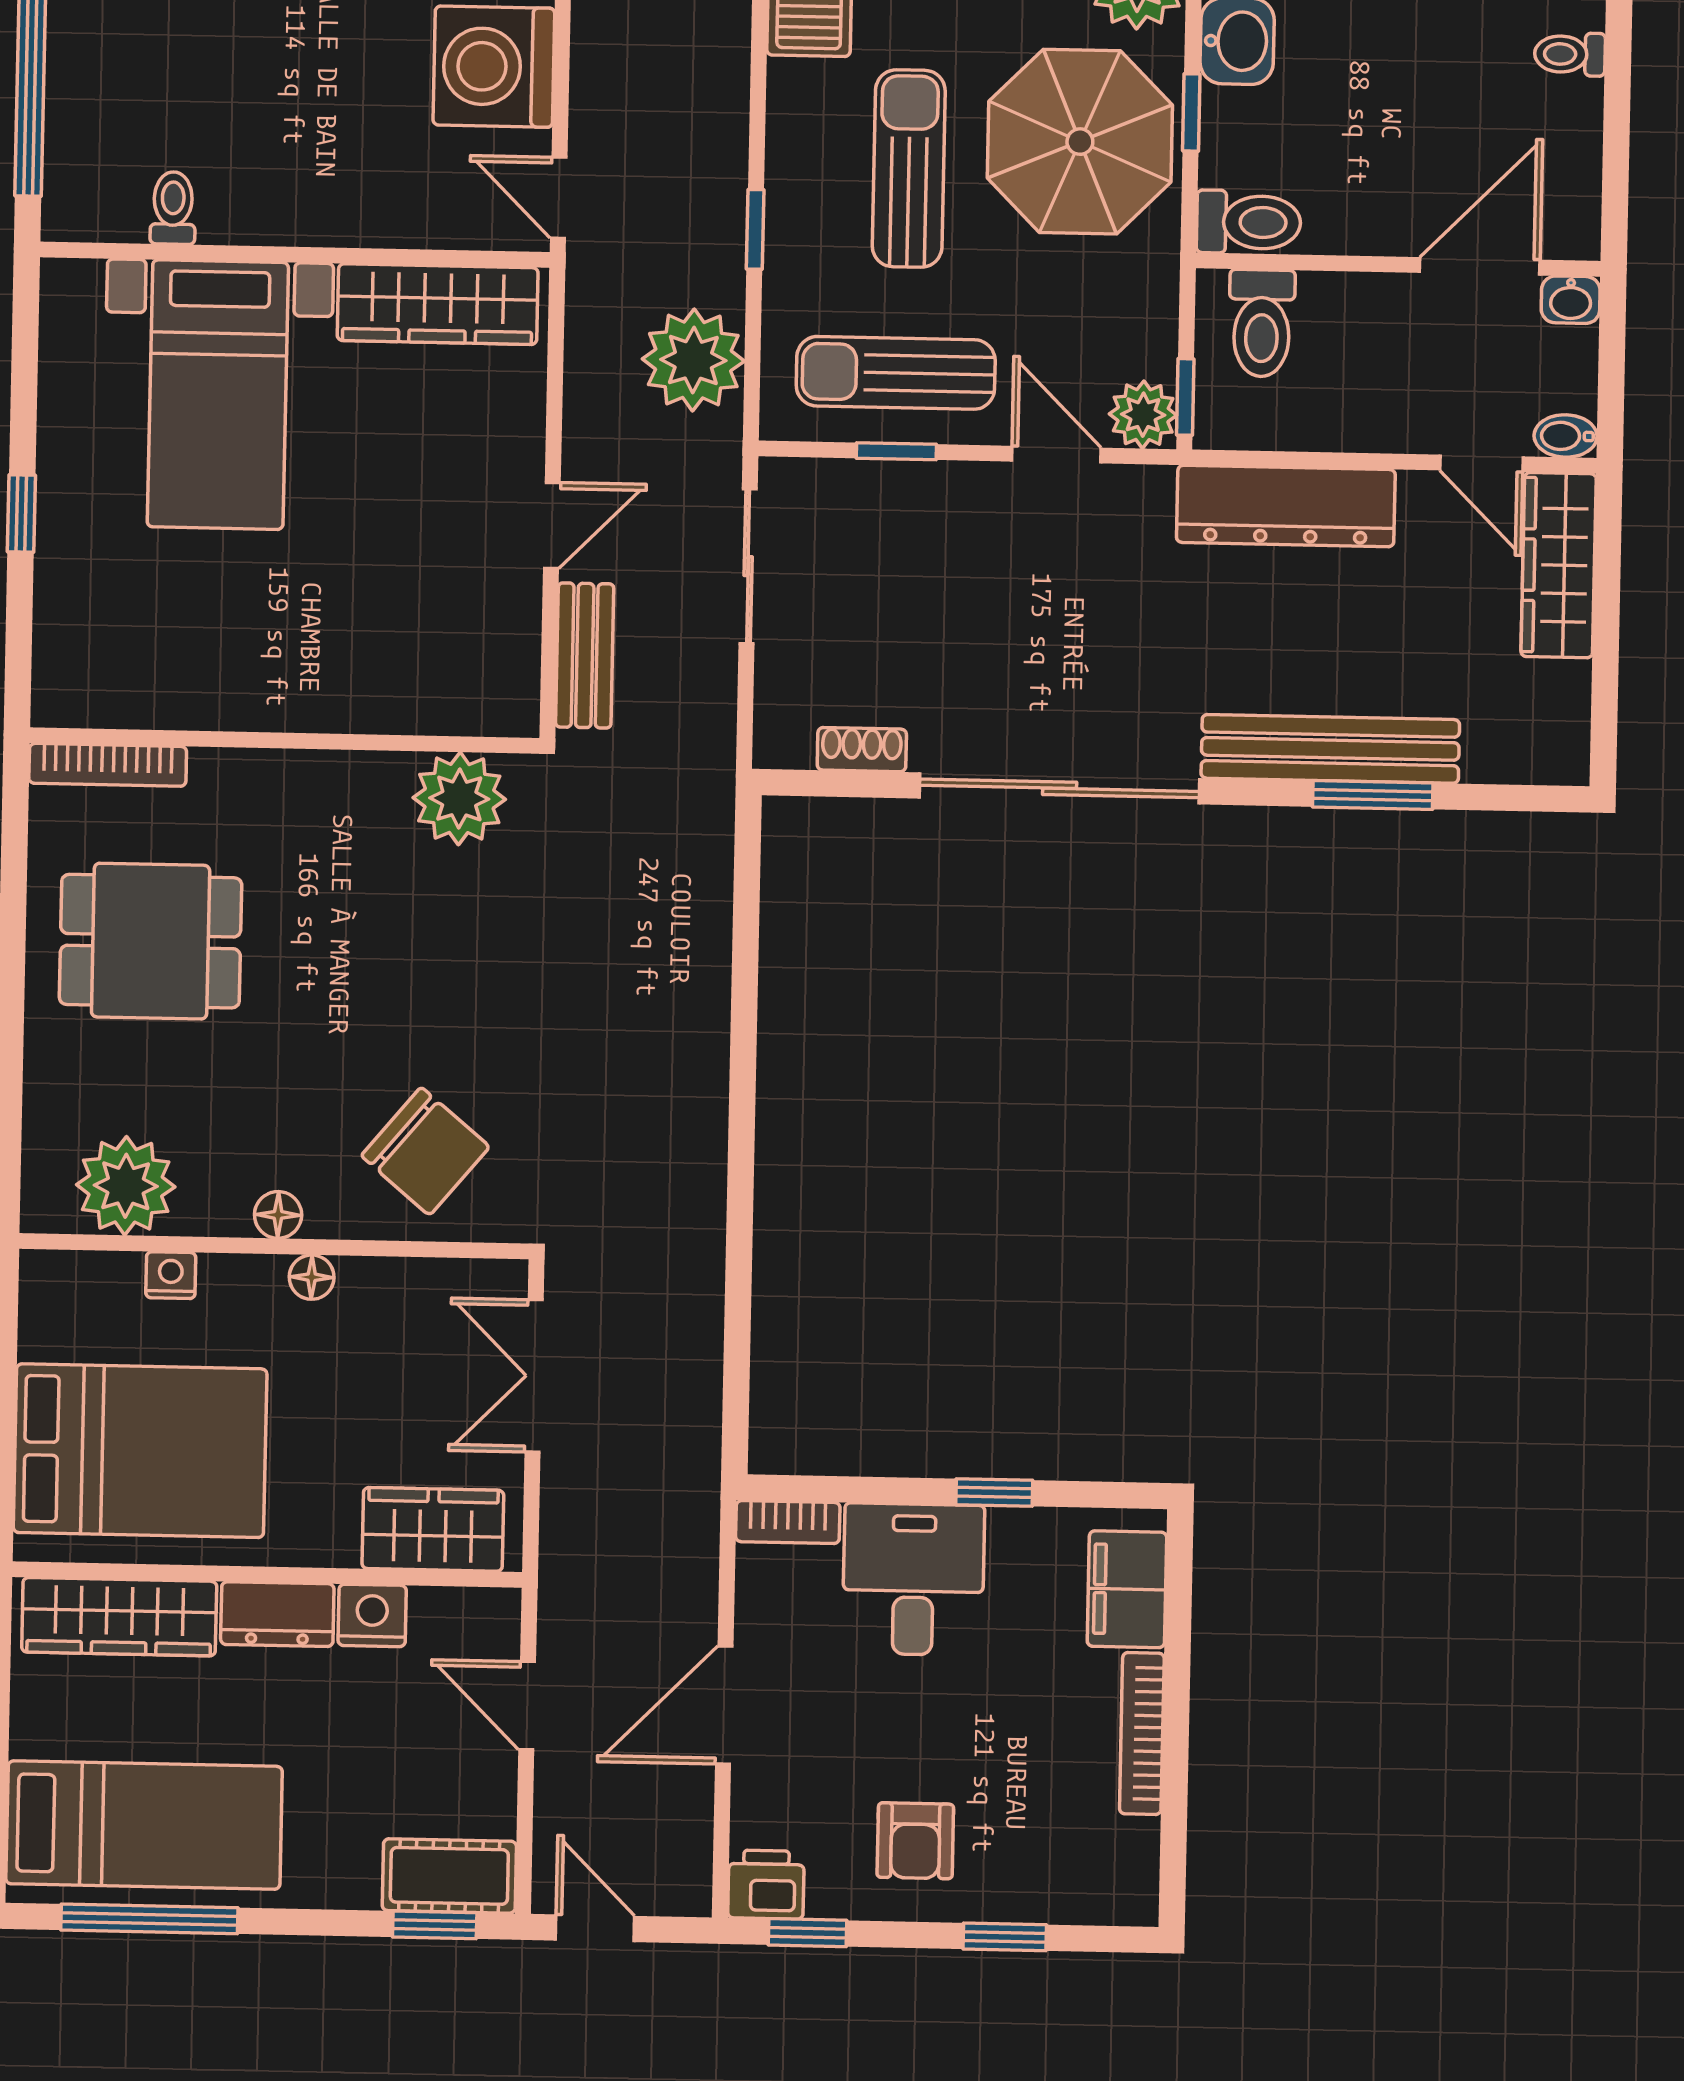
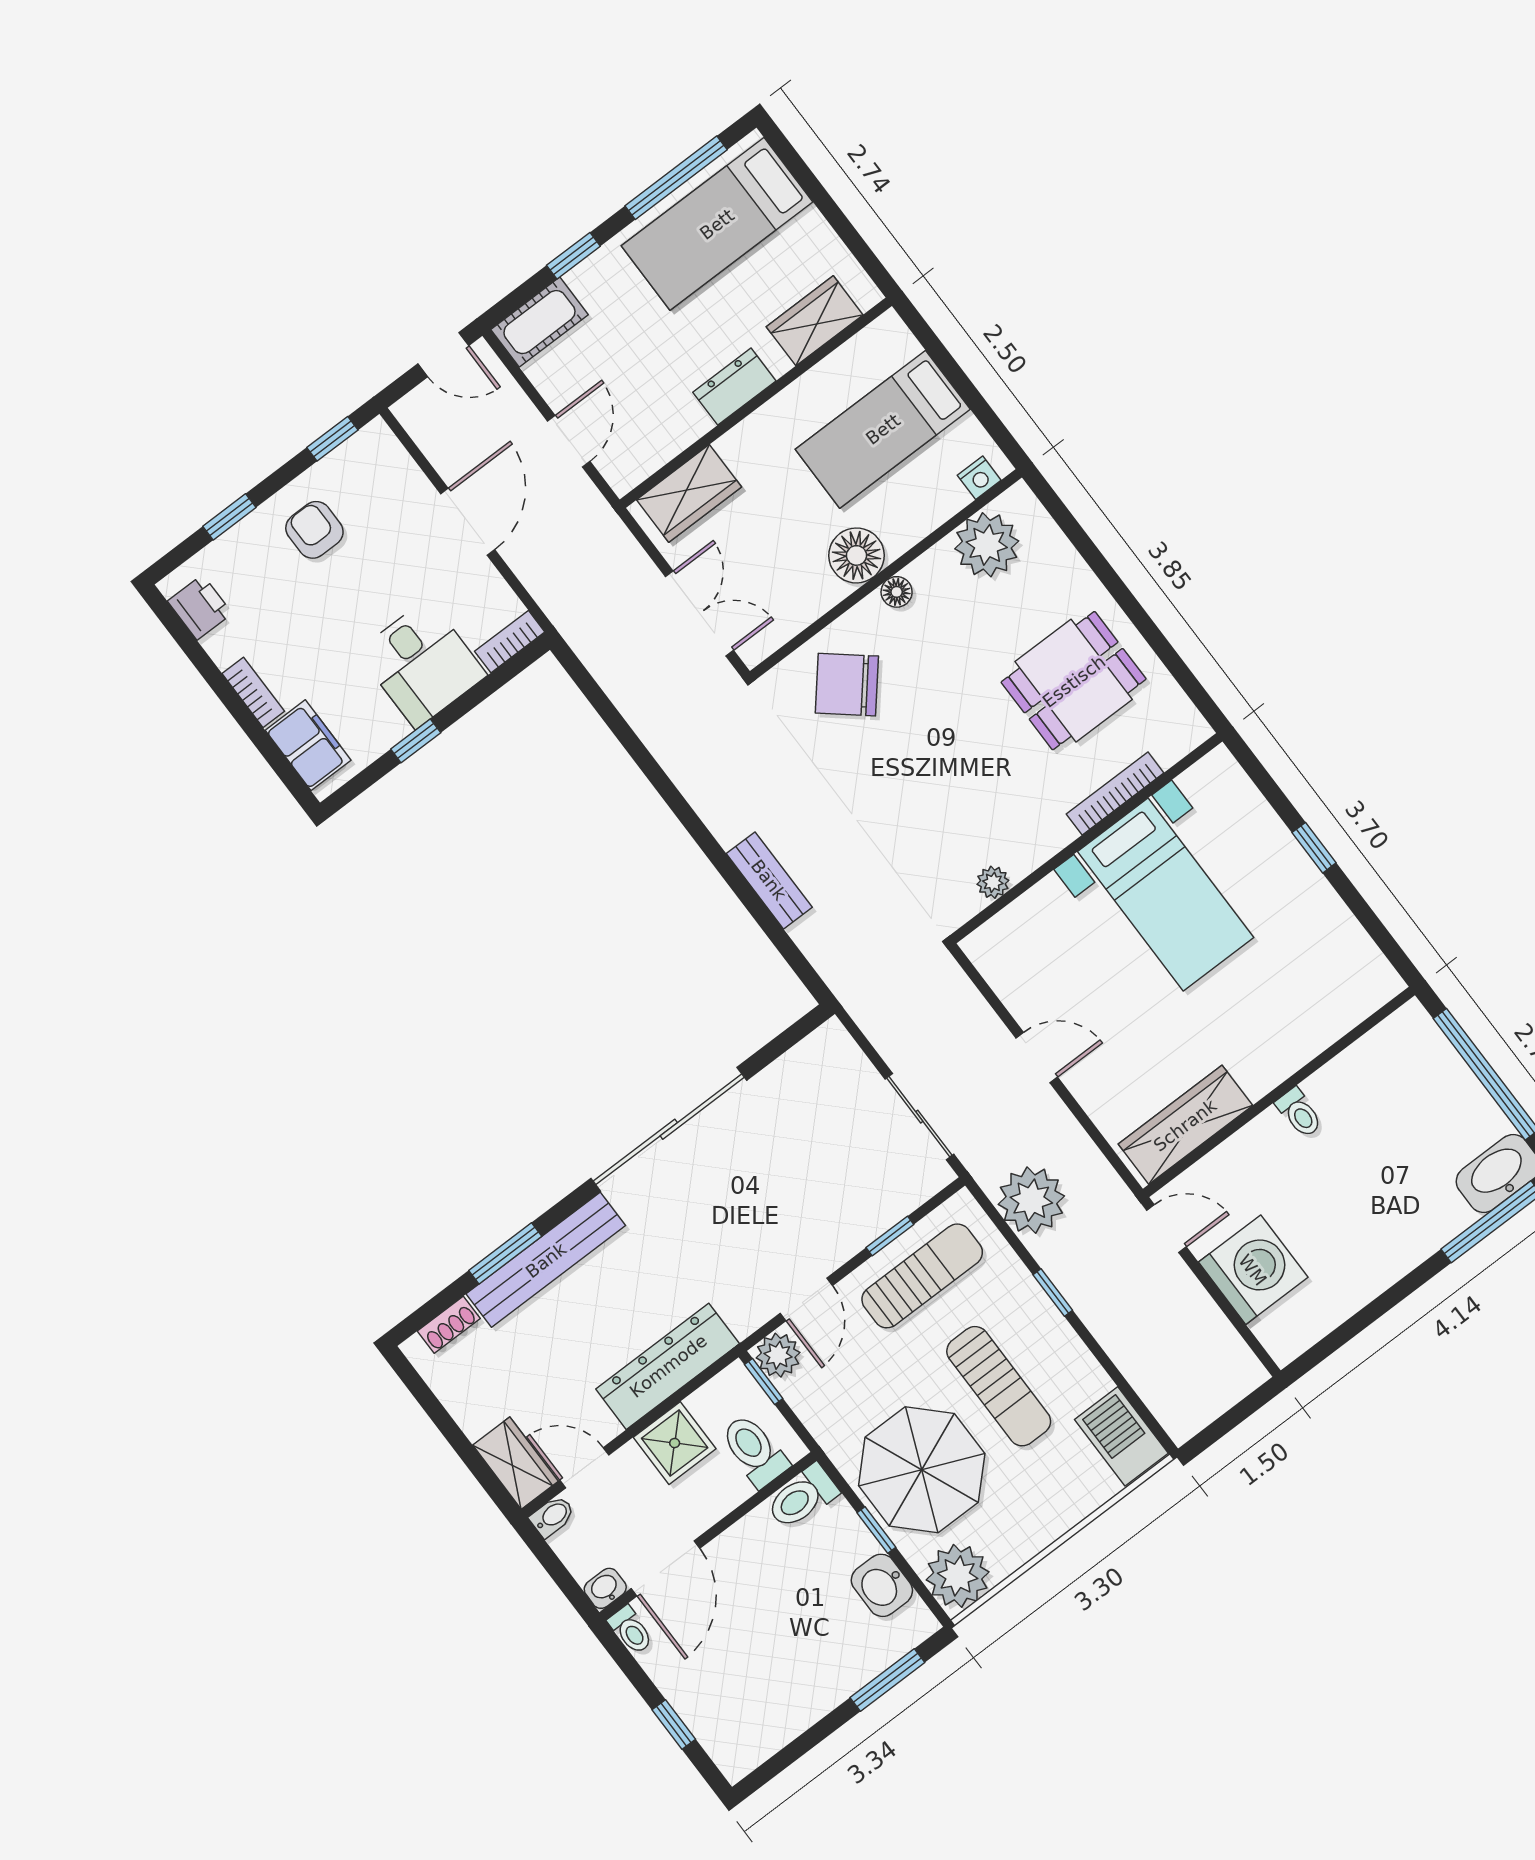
toilet: (1570, 54) -> (631, 1630), moved, turned 90
window: (1618, 72) -> (674, 1724), added
toilet: (173, 208) -> (1299, 1113), moved
bed with nightstands: (218, 395) -> (1166, 895), moved, turned 180
shower: (1350, 408) -> (675, 1443), added
door: (1056, 455) -> (806, 1299), hinge flipped
door: (552, 525) -> (1037, 1058), swing flipped
wardrobe: (1559, 565) -> (516, 1463), width x0.67
bench: (585, 655) -> (769, 880), moved
shoe rack: (862, 750) -> (449, 1325), moved
bookcase: (108, 765) -> (1115, 793), moved
plant: (459, 799) -> (993, 882), width x0.53, depth x0.53
nightstand: (171, 1275) -> (979, 478), moved
floor lamp: (312, 1277) -> (856, 555), width x1.89, depth x1.89
bed: (140, 1451) -> (883, 429), width x0.67
nightstand: (372, 1615) -> (685, 424), removed
wardrobe: (119, 1617) -> (815, 321), width x0.67
door: (527, 1706) -> (569, 441), hinge flipped
bookcase: (1142, 1733) -> (253, 692), width x0.64
printer: (766, 1885) -> (200, 607), moved, turned -90
window: (435, 1925) -> (573, 256), moved

